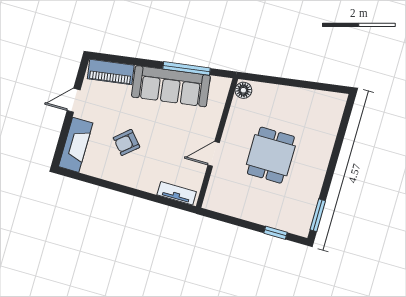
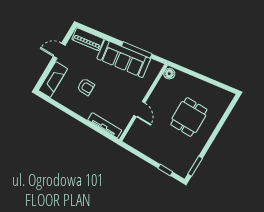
armchair: (127, 142) -> (86, 87), turned -139
door: (214, 154) -> (139, 109), swing flipped
dining table: (271, 155) -> (189, 117), moved
tv unit: (177, 193) -> (105, 125), width x1.41

